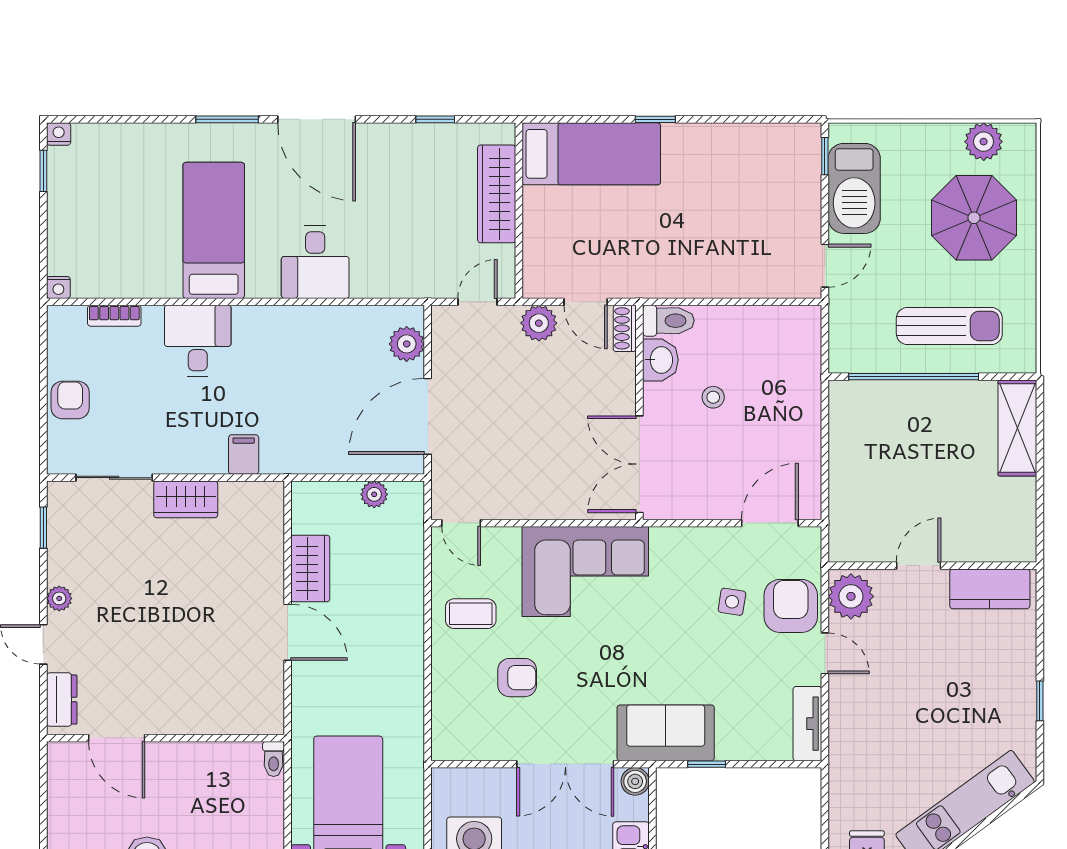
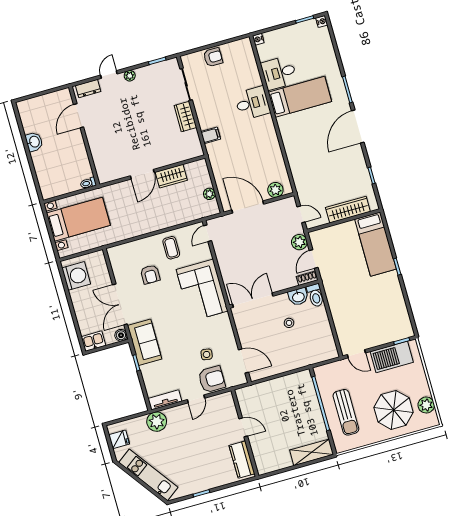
desk: (315, 262) -> (279, 73), moved
bookcase: (114, 316) -> (253, 66), removed
plant: (851, 596) -> (157, 422), moved

